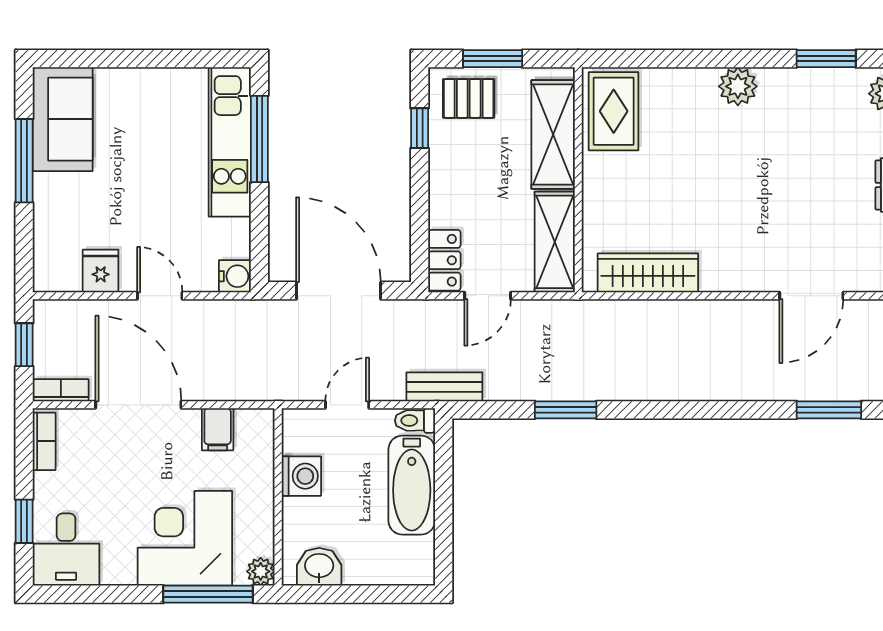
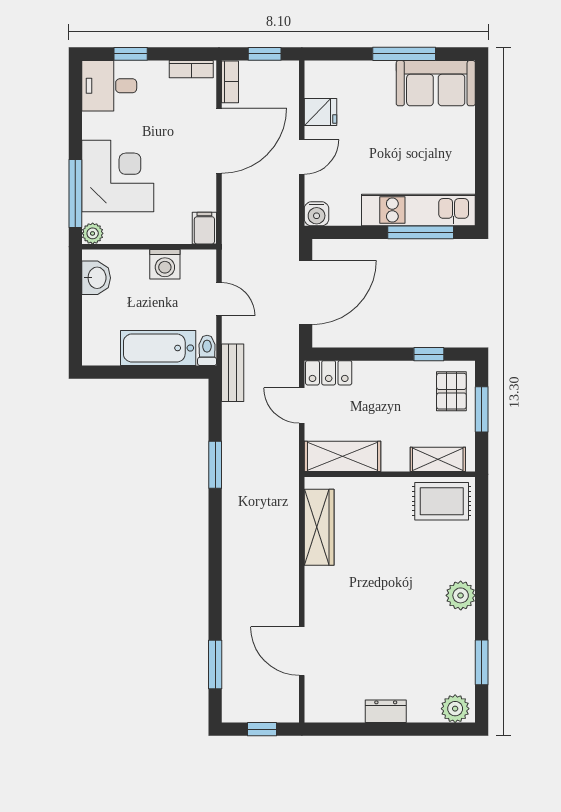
shelving: (553, 135) -> (438, 459), width x0.67, depth x0.75
filing cabinet: (218, 429) -> (204, 228), moved, turned 90

